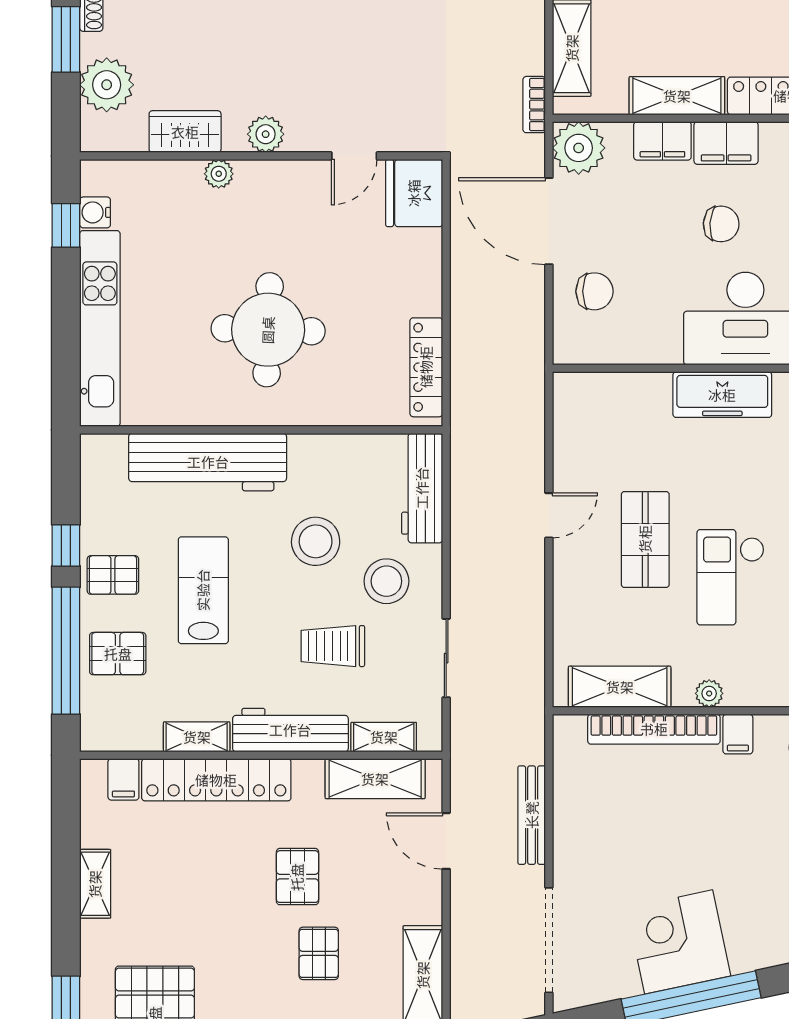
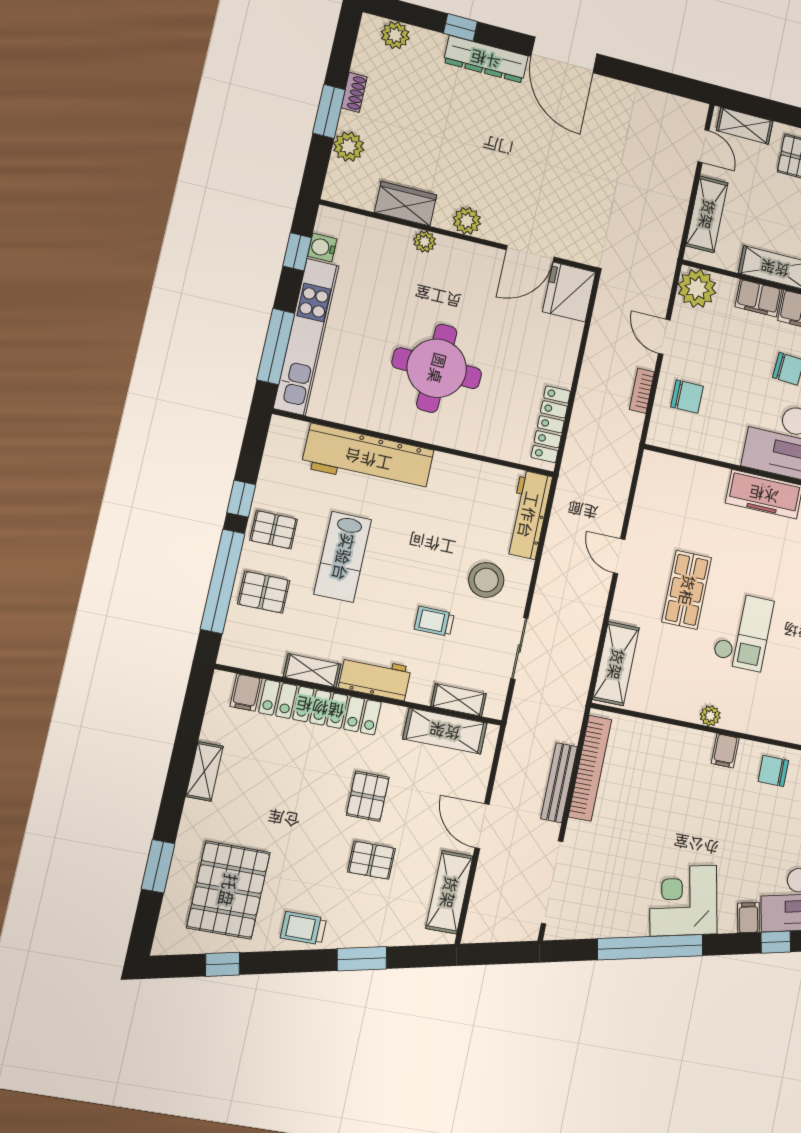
plant: (107, 85) -> (349, 147), width x0.73, depth x0.73
bookcase: (534, 105) -> (642, 391), moved
door: (354, 156) -> (530, 253), width x1.38
door: (549, 221) -> (664, 337), width x0.53
window: (66, 349) -> (276, 346), added
door: (549, 515) -> (619, 556), swing flipped
stool: (316, 541) -> (438, 538), removed
checkout: (730, 577) -> (743, 631), turned 180
lab bench: (203, 590) -> (343, 557), turned 180
trolley: (333, 646) -> (434, 621), width x0.73, depth x0.72
shelving: (620, 687) -> (616, 664), moved, turned 90
bookcase: (654, 729) -> (590, 768), moved, turned -90
workbench: (290, 730) -> (375, 678), width x0.73
door: (446, 841) -> (482, 826), moved
corner desk: (679, 942) -> (683, 901), moved
pallet: (319, 953) -> (371, 860), turned 90

